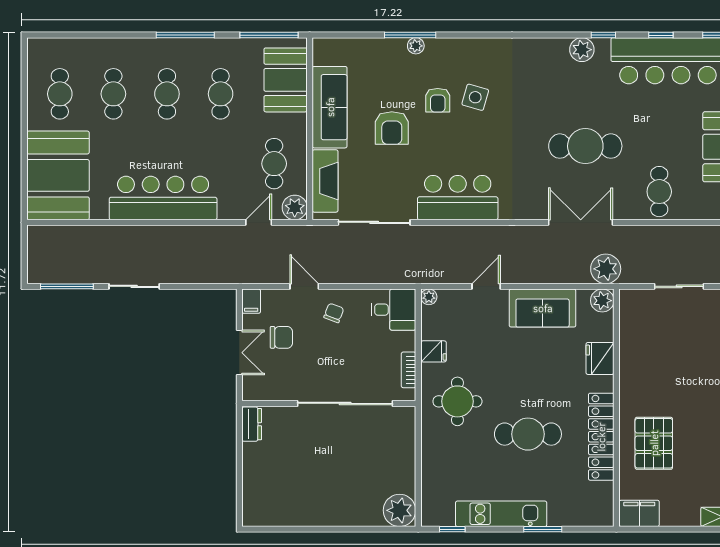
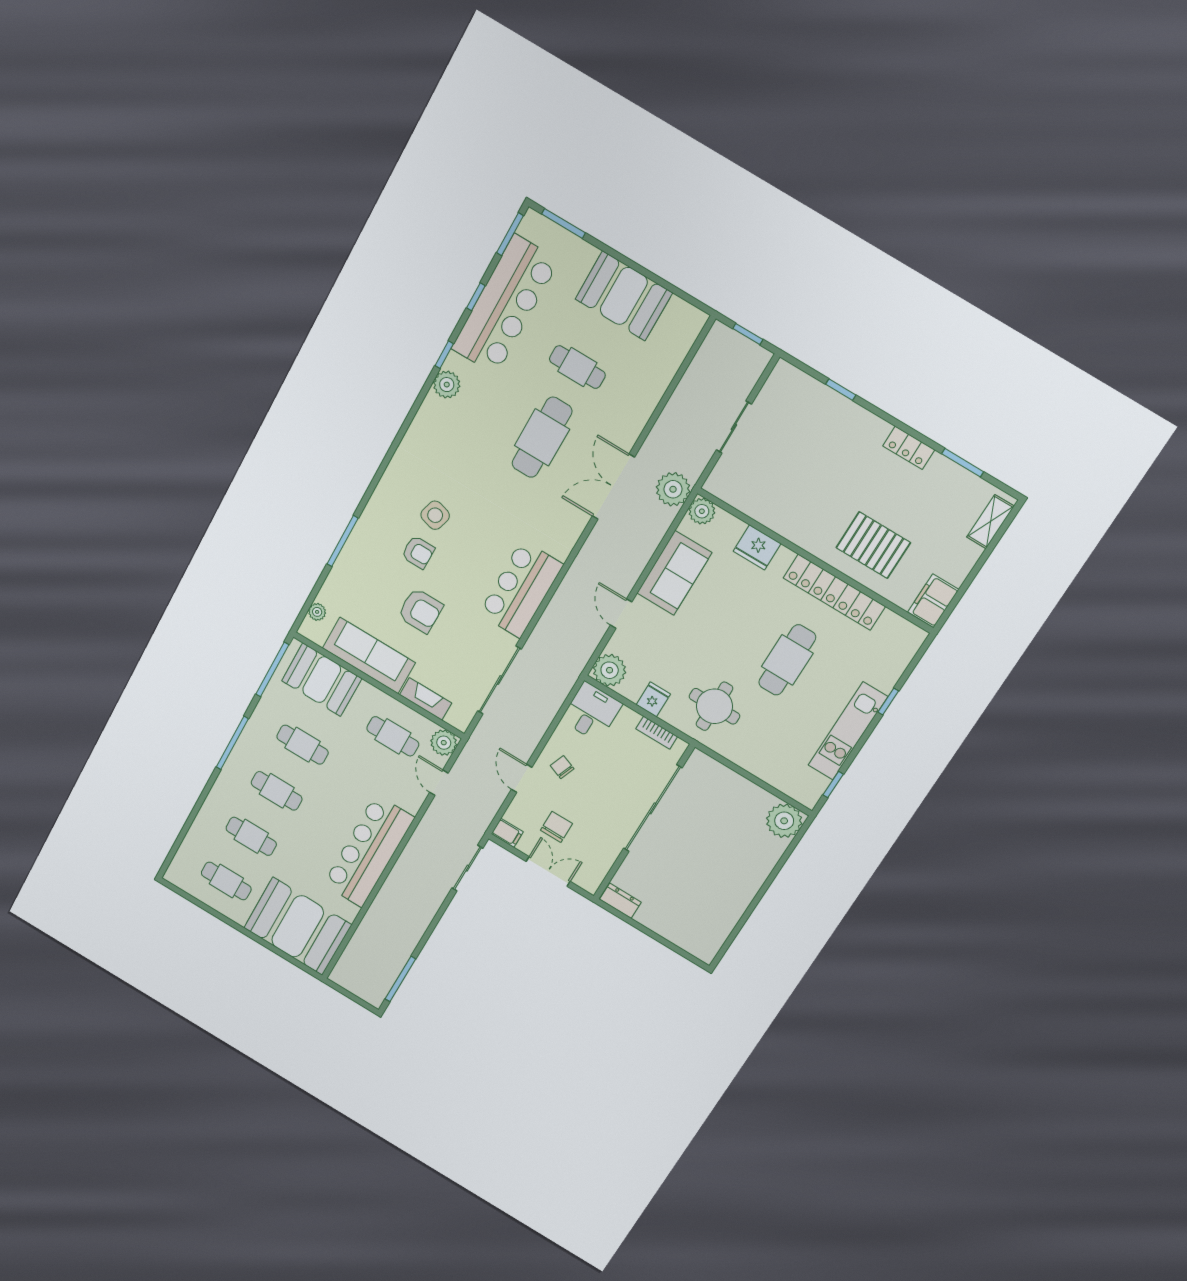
plant: (416, 46) -> (317, 612), moved
fireplace: (325, 181) -> (426, 699), width x0.73, depth x0.76
cafe table: (659, 192) -> (577, 367), moved
sliding door: (134, 286) -> (467, 868), moved
door: (304, 286) -> (522, 778), hinge flipped
plant: (429, 297) -> (610, 670), width x1.87, depth x1.87
window: (543, 529) -> (888, 702), width x0.67

